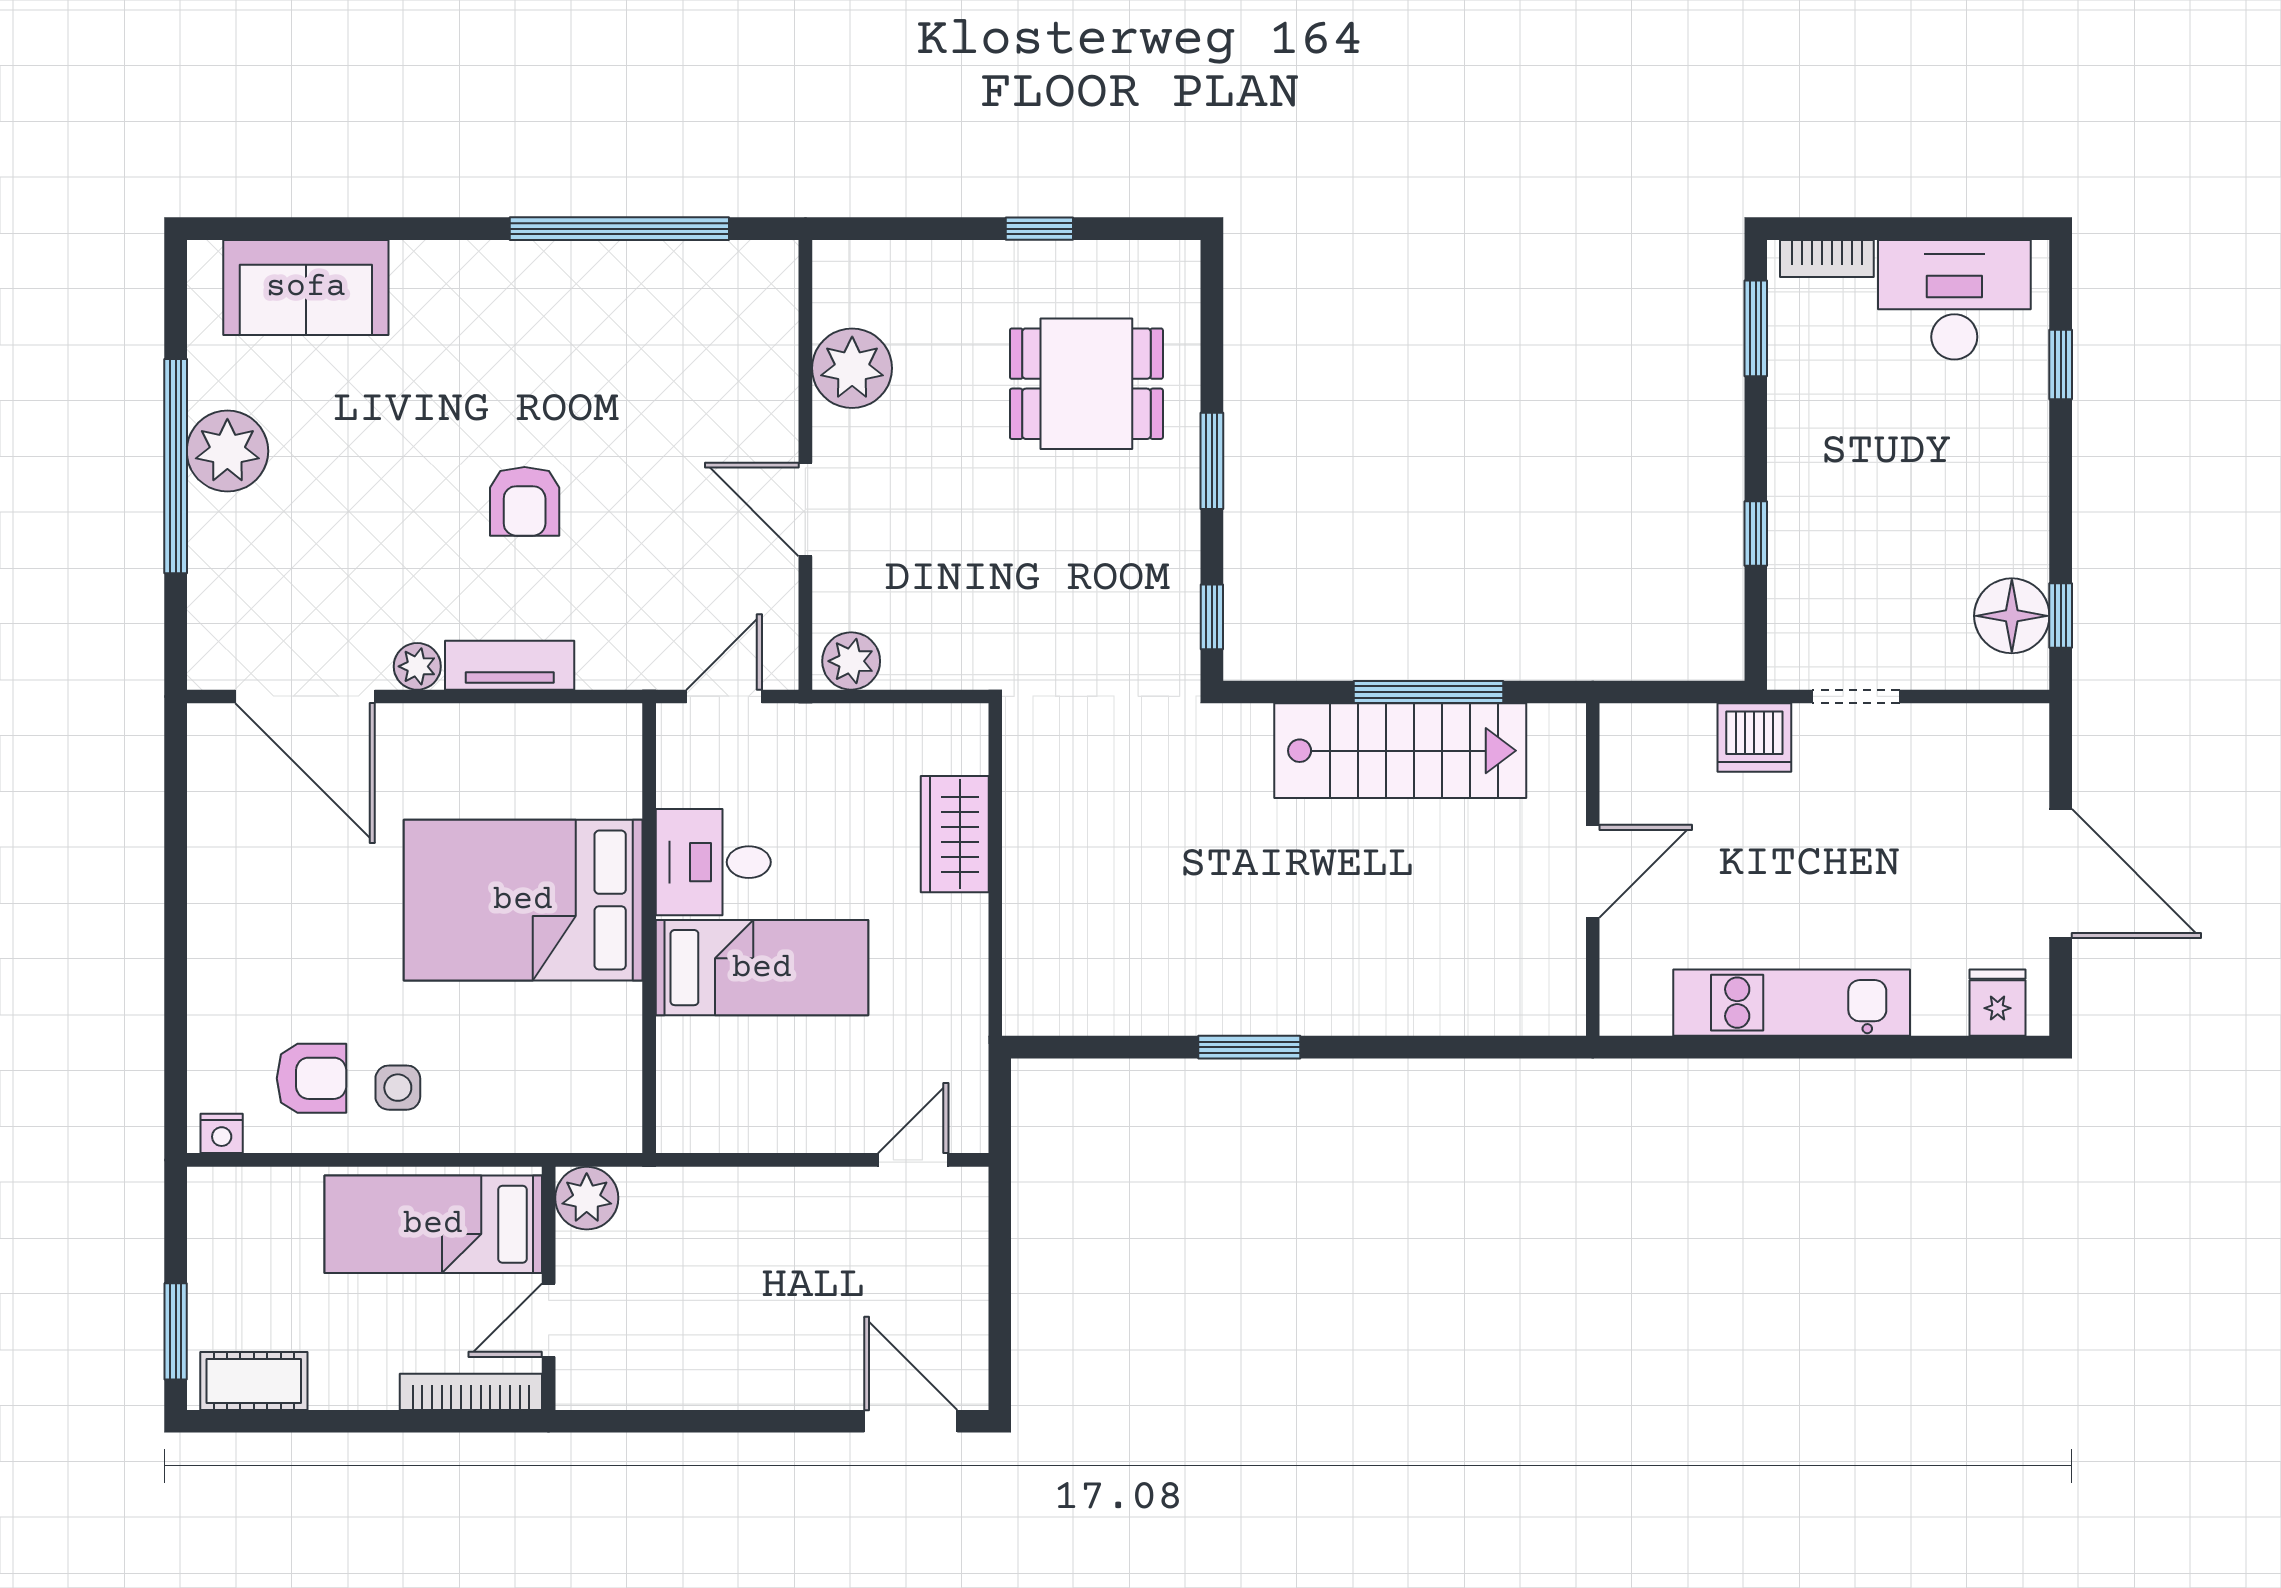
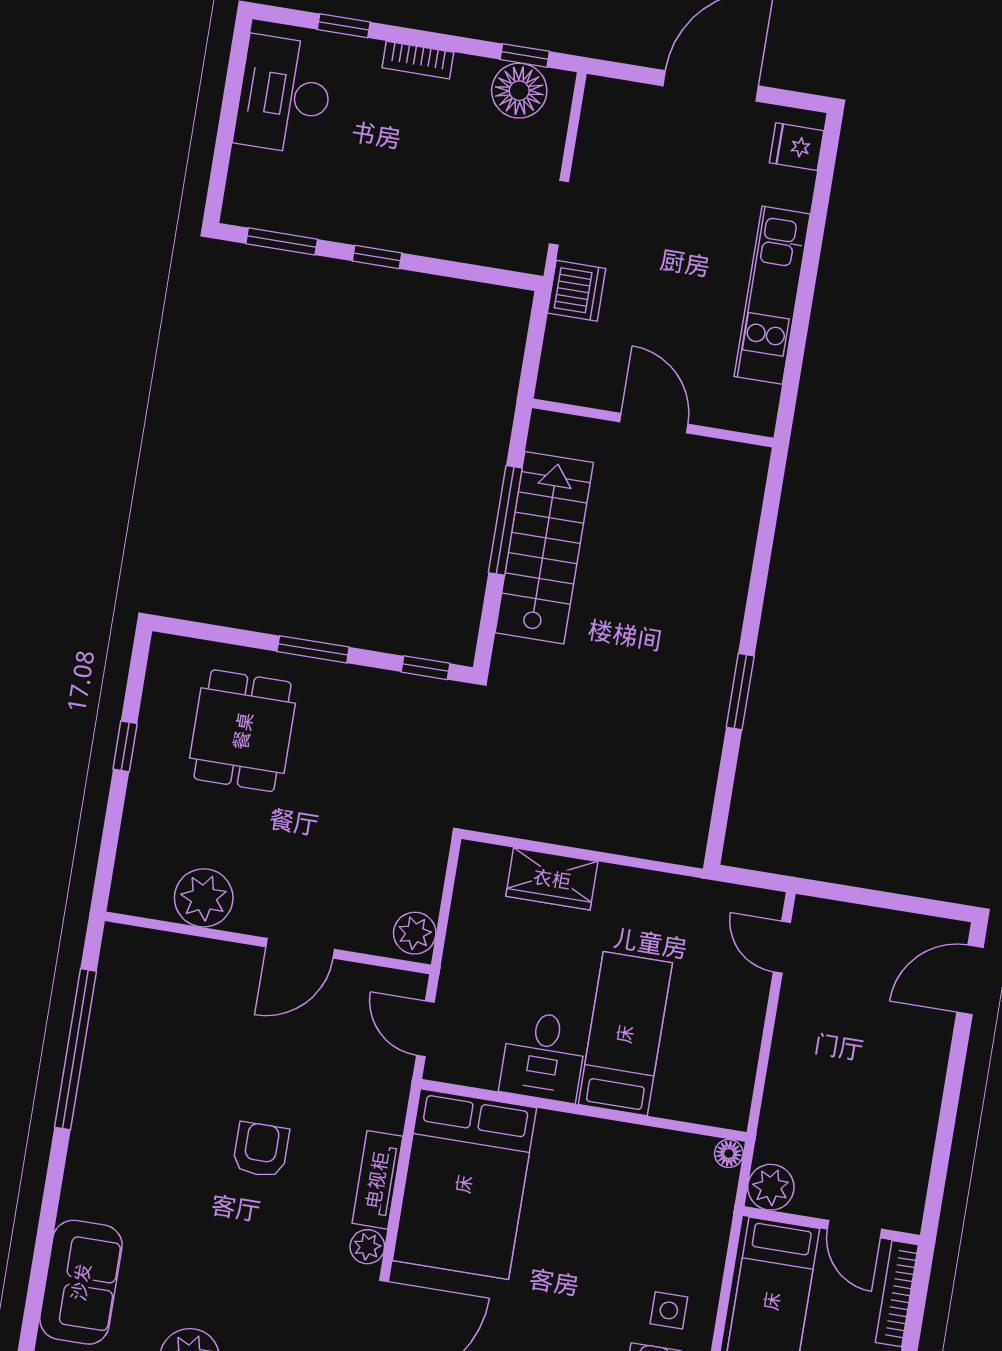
bookcase: (1827, 258) -> (418, 60), moved, turned 90
armchair: (525, 501) -> (261, 1150), turned -90
window: (1756, 534) -> (377, 257), moved
bed: (523, 900) -> (464, 1184), moved
floor lamp: (623, 1134) -> (729, 1153), added

